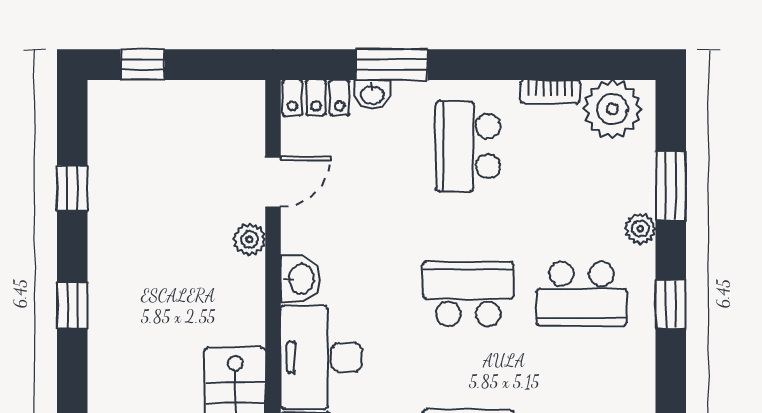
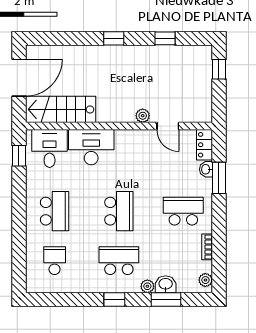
plant: (612, 109) -> (205, 280), width x0.53, depth x0.53
washbasin: (300, 279) -> (166, 284), moved, turned 180
school desk: (581, 294) -> (119, 261), turned 90

